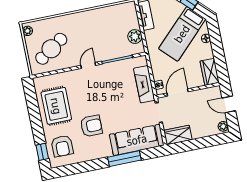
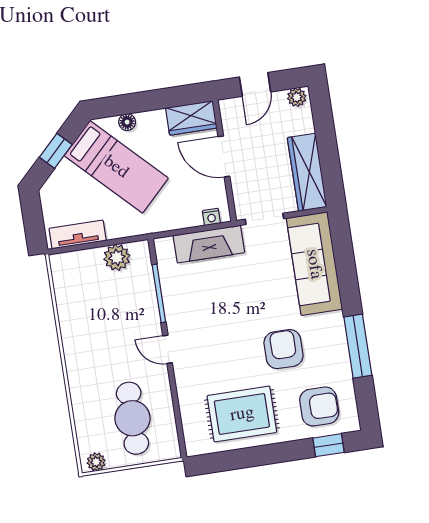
cafe table: (51, 49) -> (132, 418), turned 34
door: (178, 92) -> (224, 156), moved
wardrobe: (178, 135) -> (307, 172), width x1.50
window: (124, 159) -> (358, 346), moved

